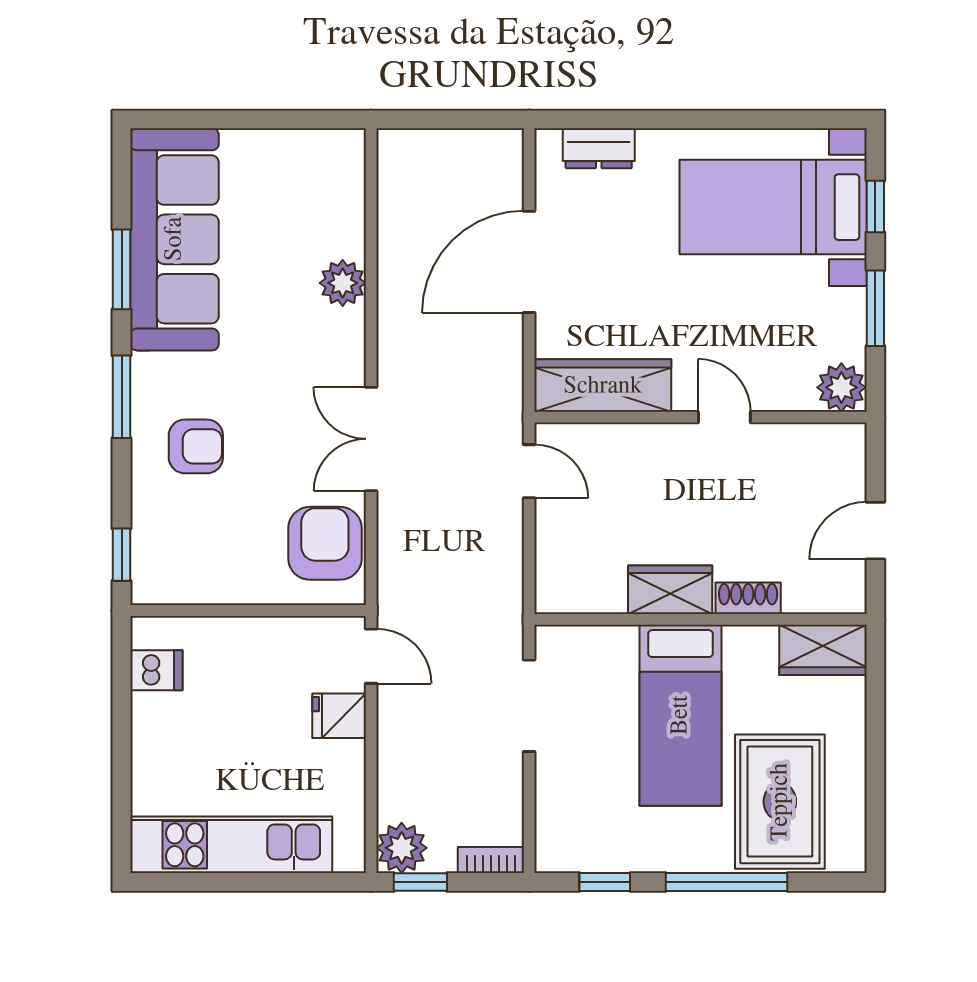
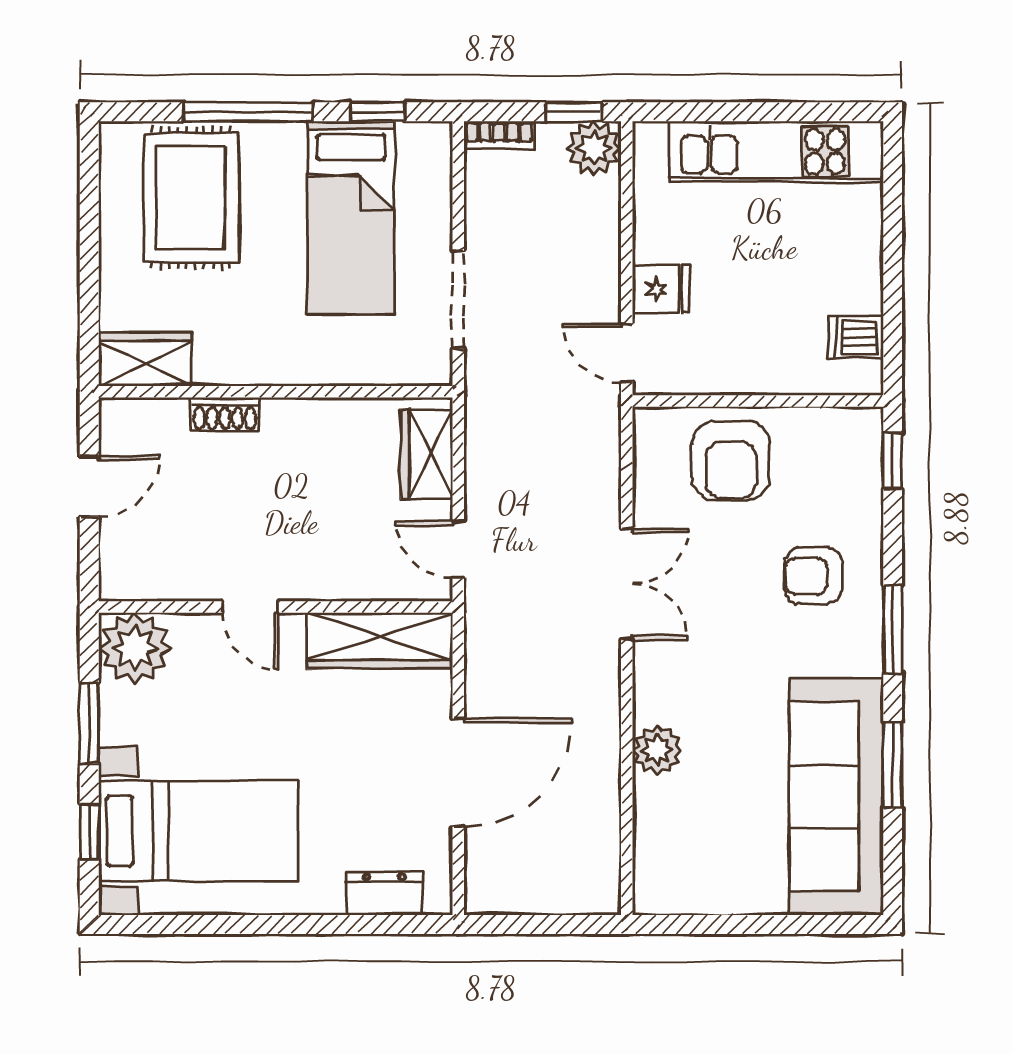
plant: (841, 387) -> (135, 648), width x1.36, depth x1.36
armchair: (325, 543) -> (731, 461), moved
wardrobe: (670, 590) -> (427, 454), moved, turned 90
bed: (680, 715) -> (351, 218), moved, turned 180

